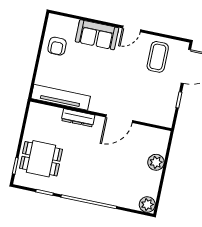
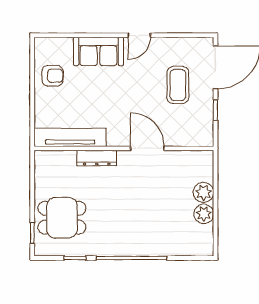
armchair: (57, 46) -> (53, 76), turned -90
coffee table: (158, 57) -> (178, 85), moved
door: (119, 119) -> (147, 148), swing flipped
plant: (147, 205) -> (204, 214), moved

